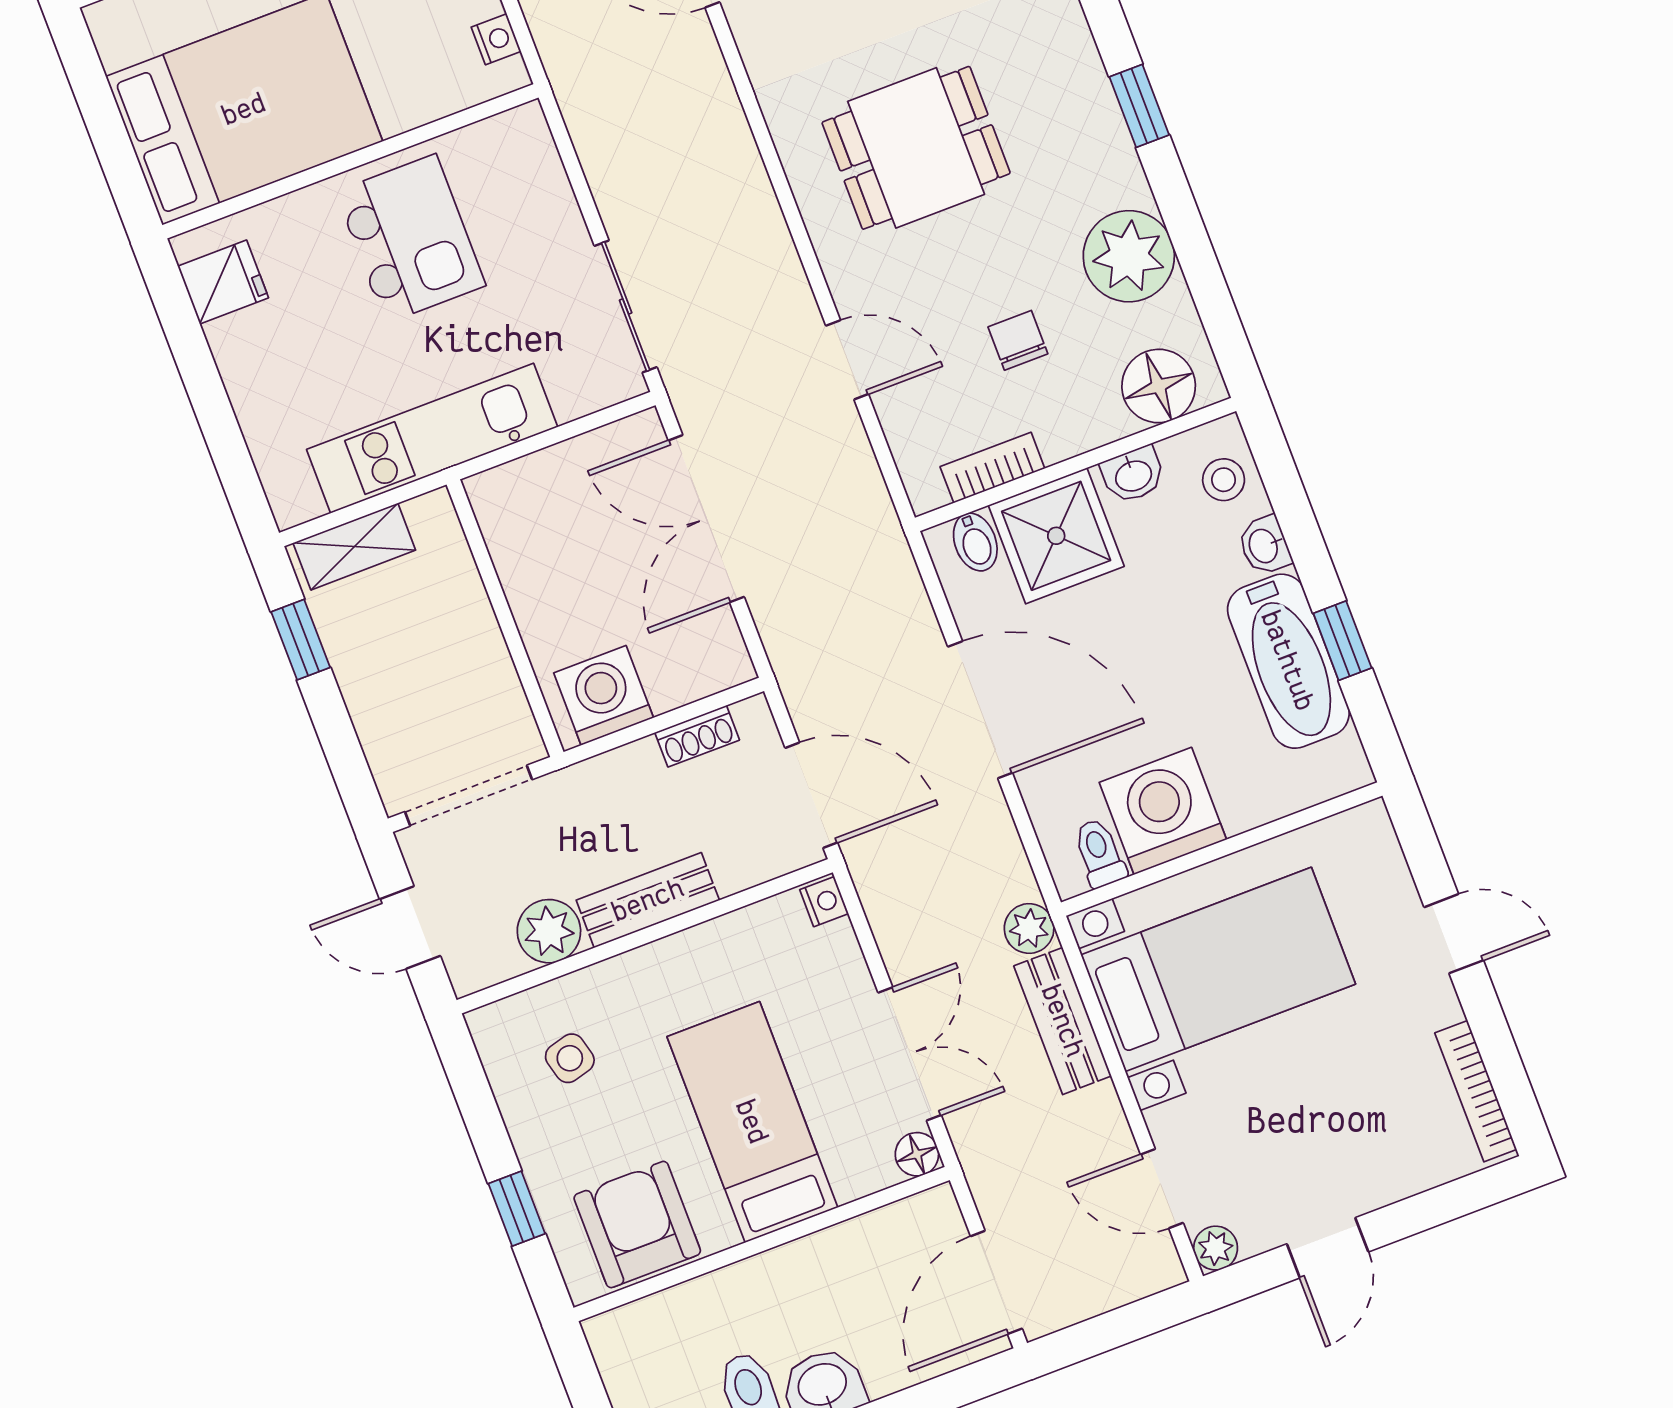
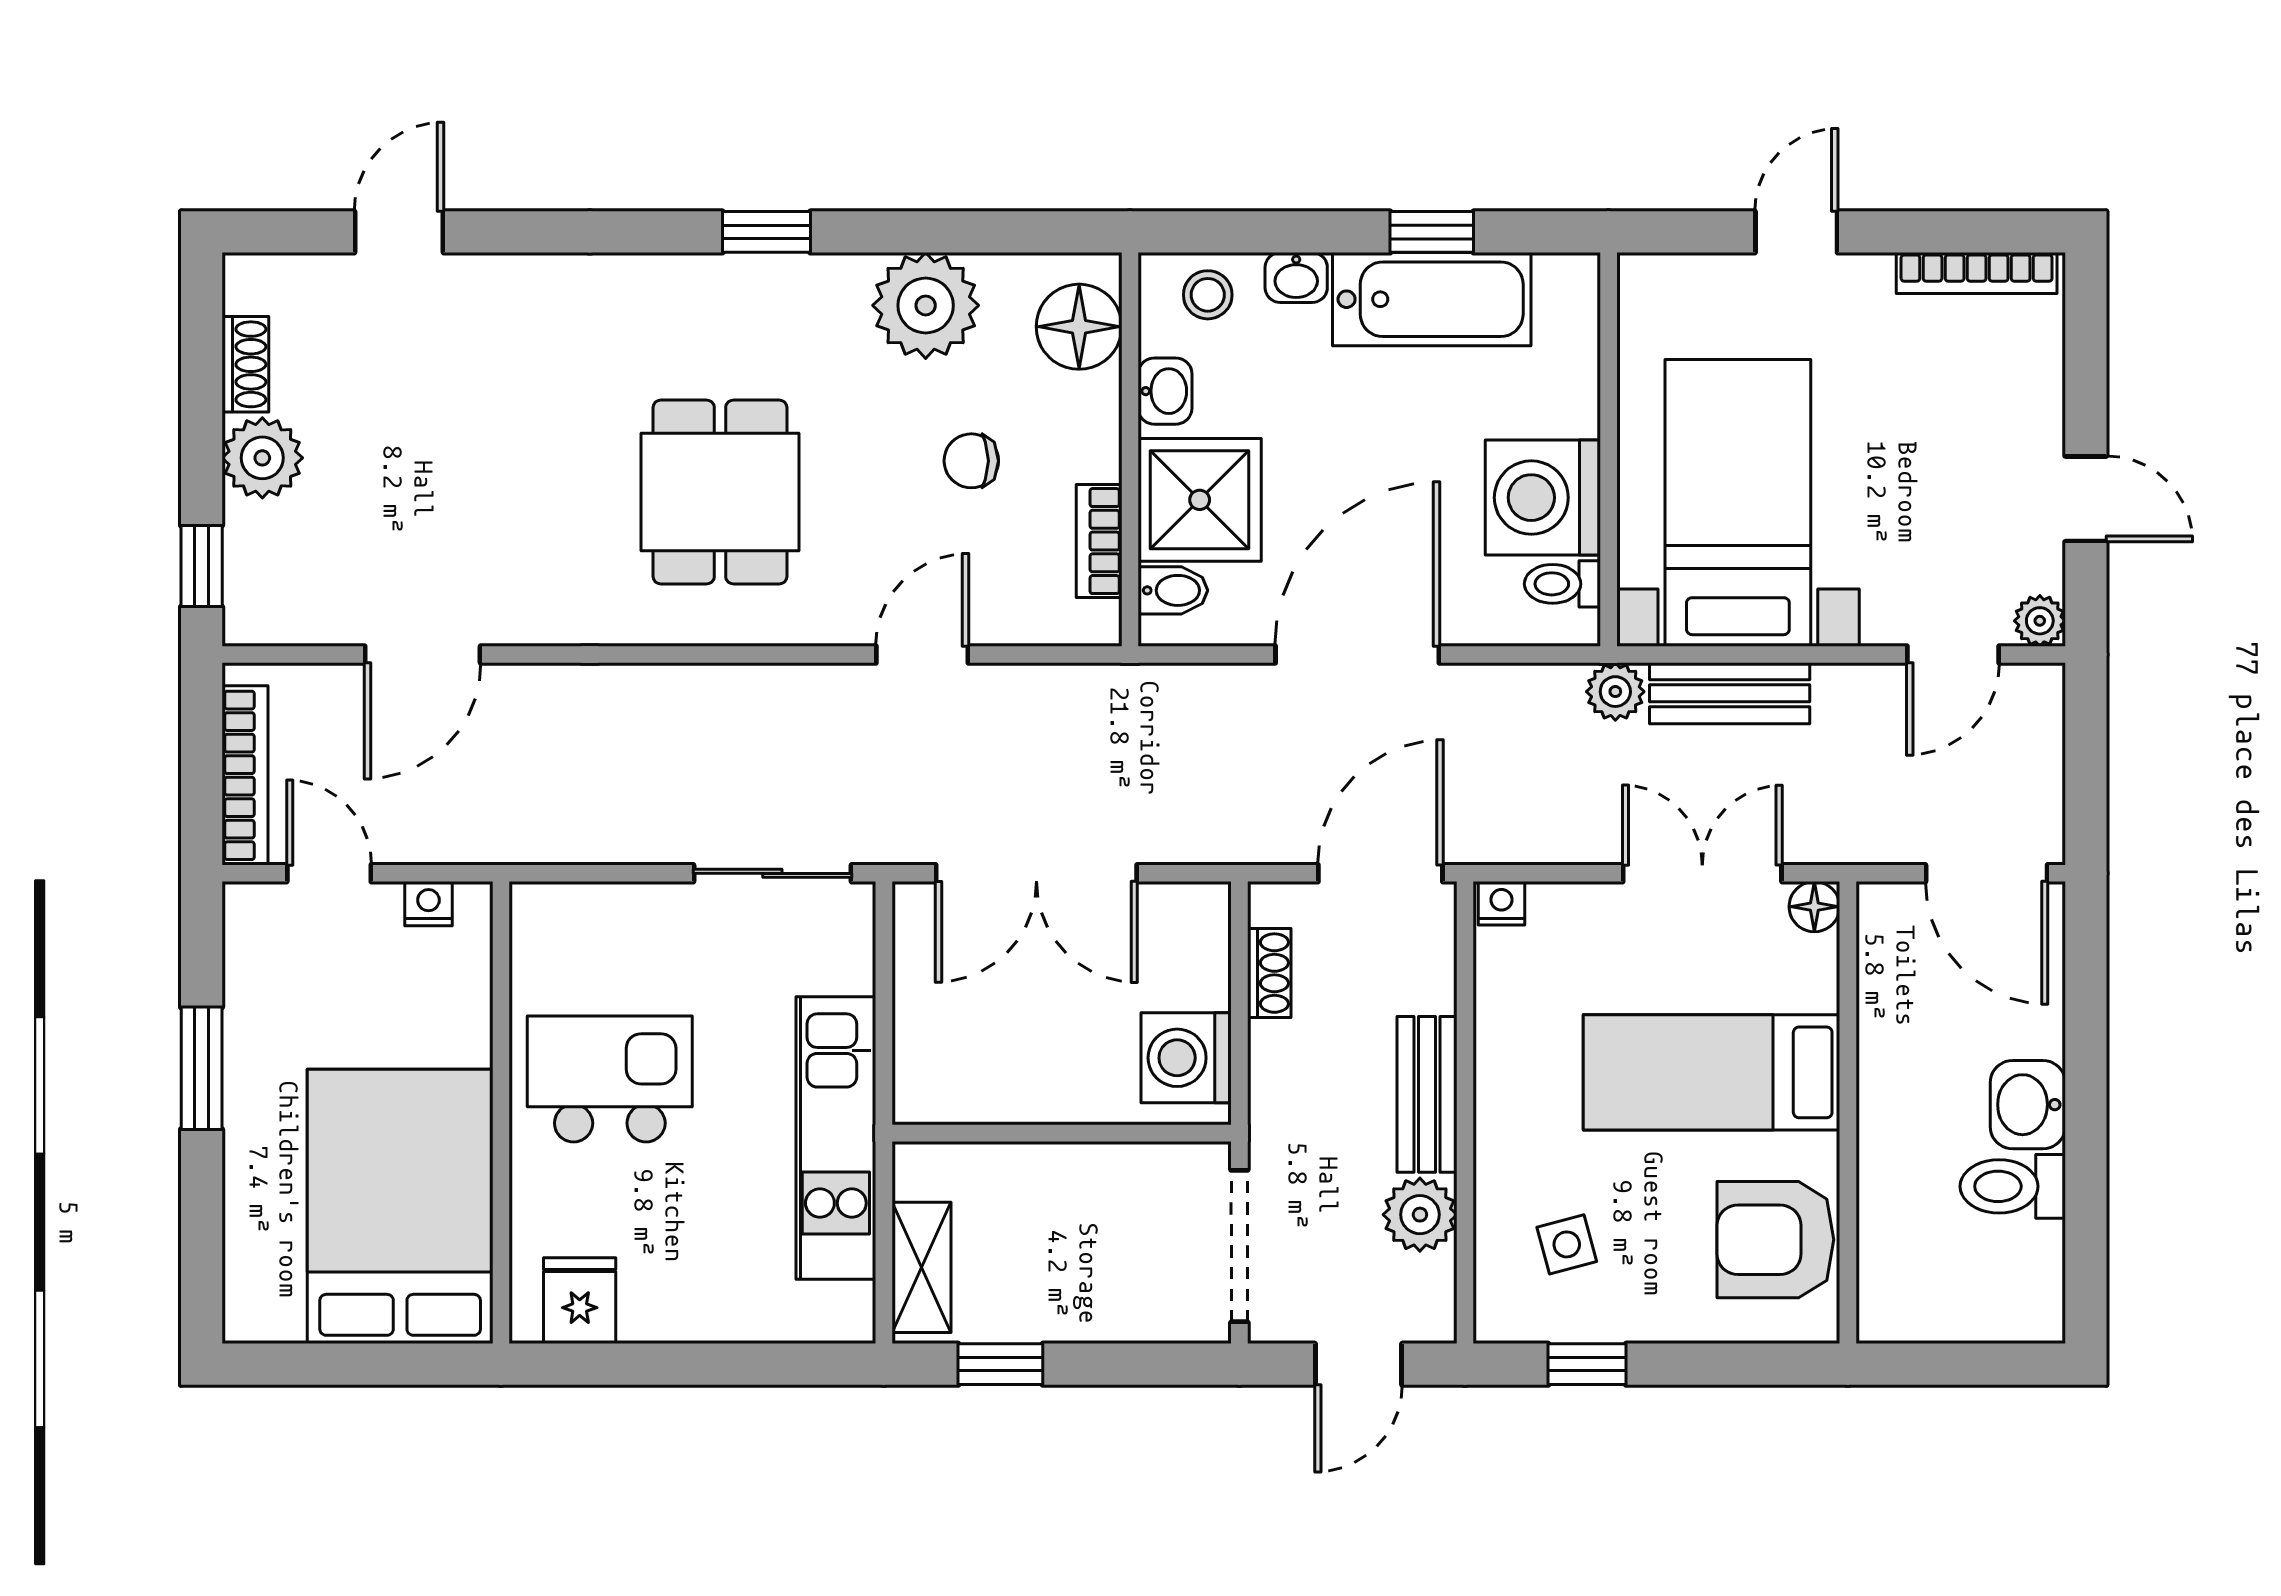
window: (517, 1209) -> (1587, 1364), moved

